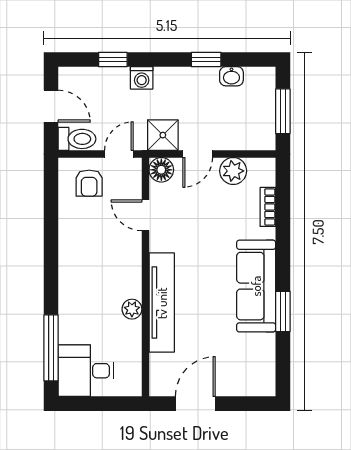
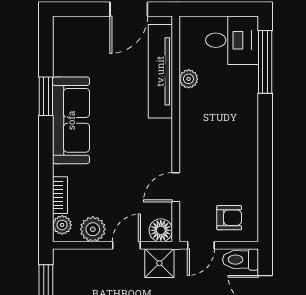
plant: (266, 175) -> (62, 225), added
armchair: (89, 183) -> (229, 218), turned 90
door: (145, 215) -> (176, 187), swing flipped
tv unit: (162, 303) -> (160, 71), moved
plant: (132, 309) -> (189, 79), moved

